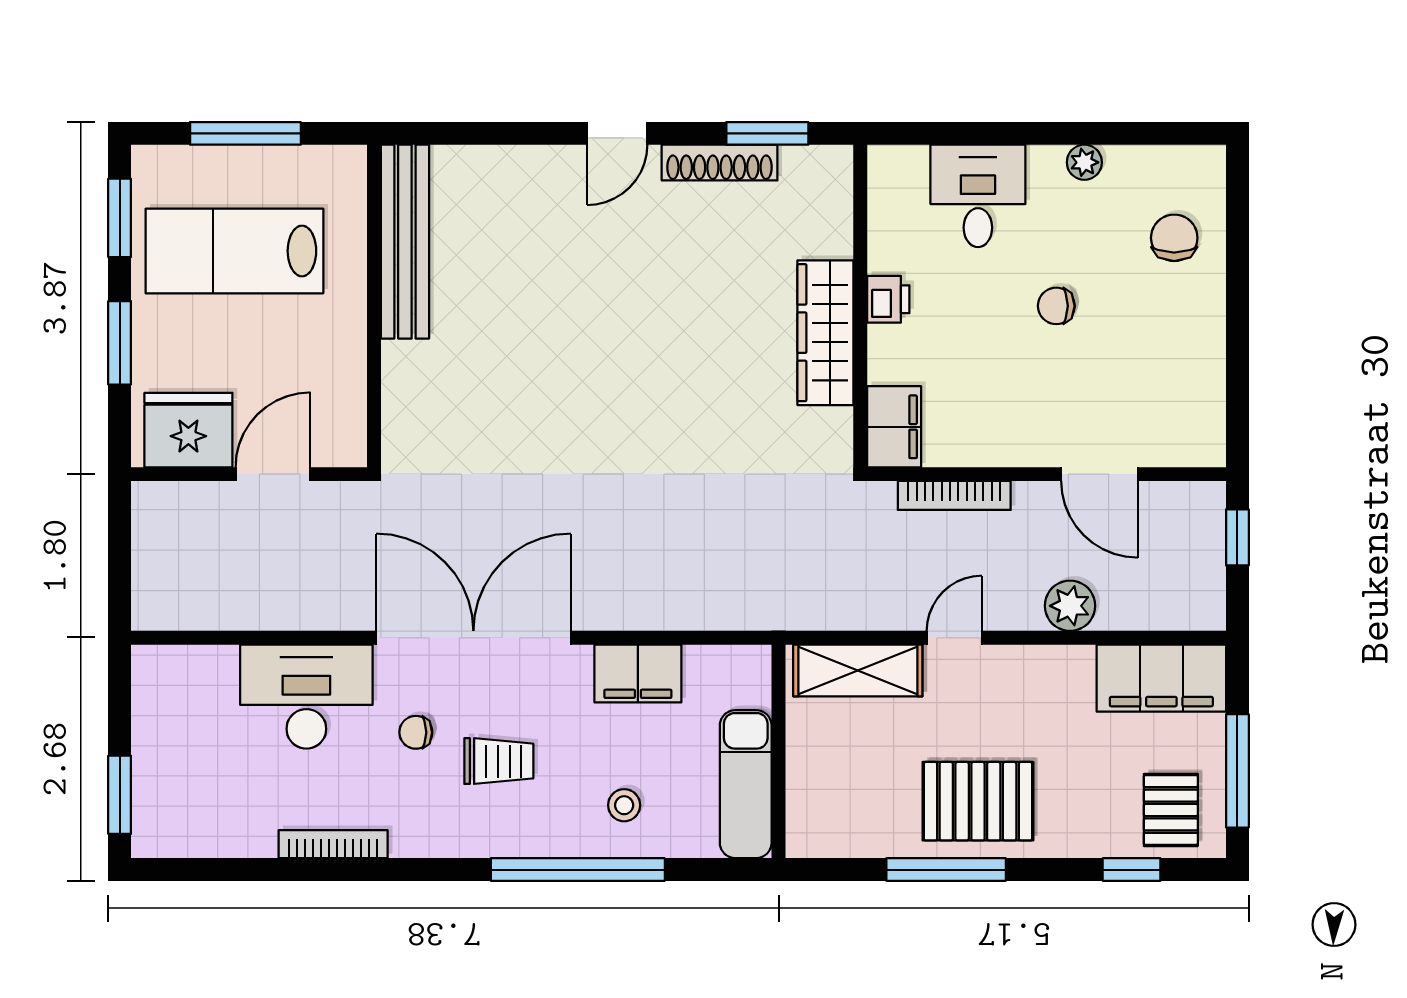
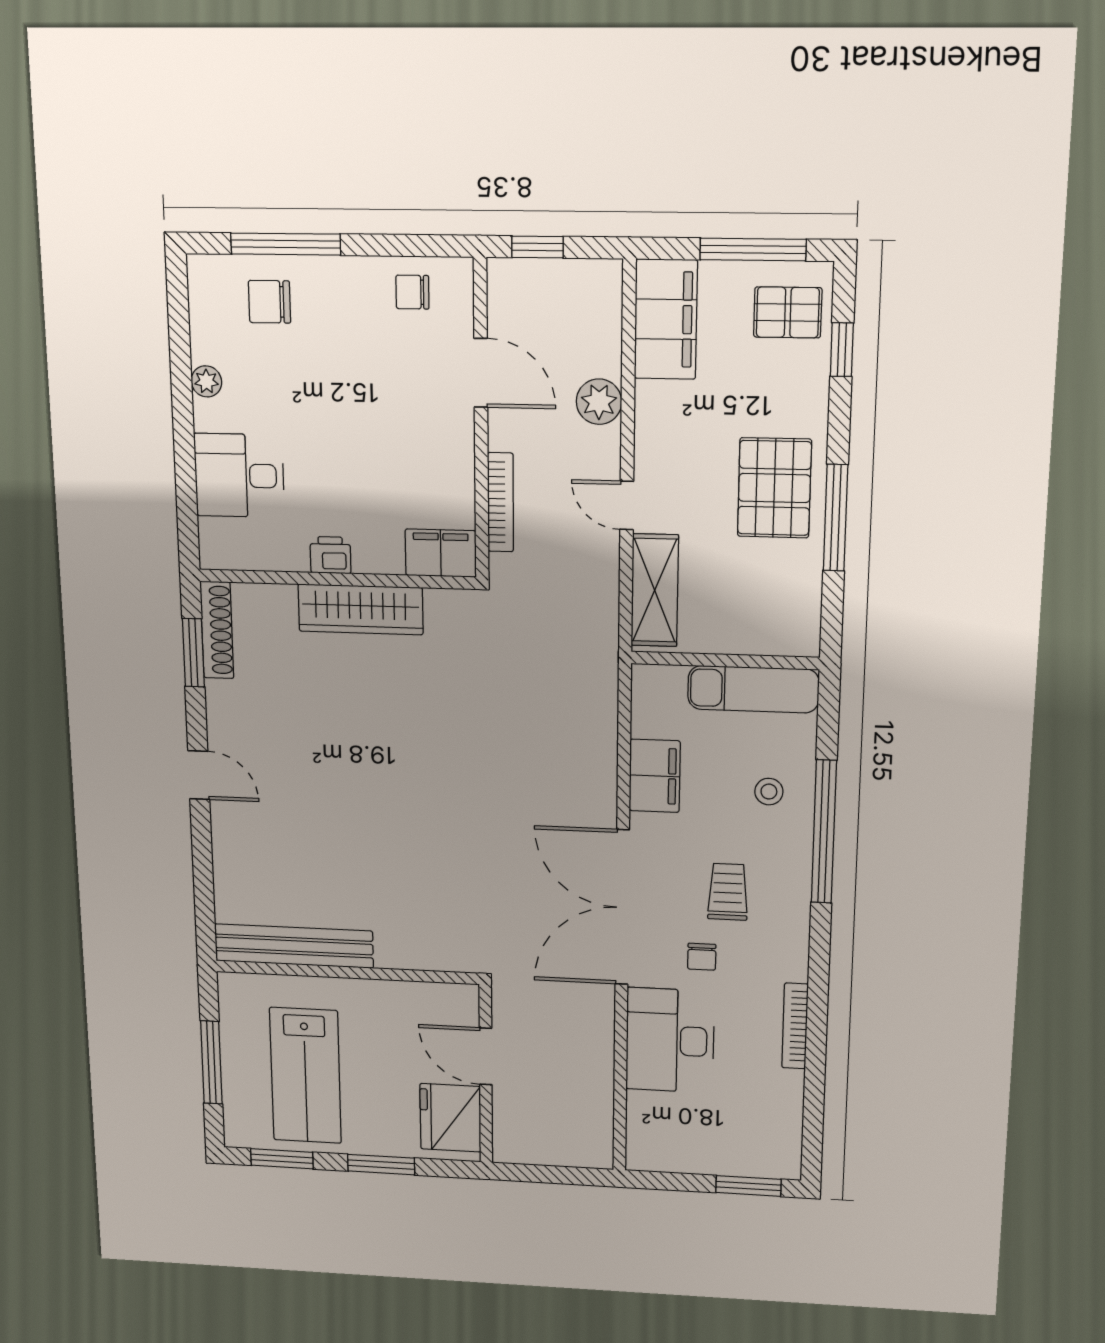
shoe rack: (720, 163) -> (217, 630), moved
window: (1237, 258) -> (286, 244), added
chair: (1056, 306) -> (412, 292), moved, turned 90
door: (1099, 474) -> (481, 373), hinge flipped

